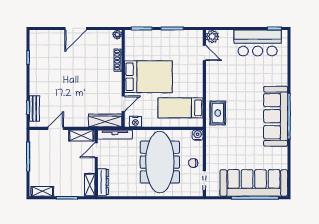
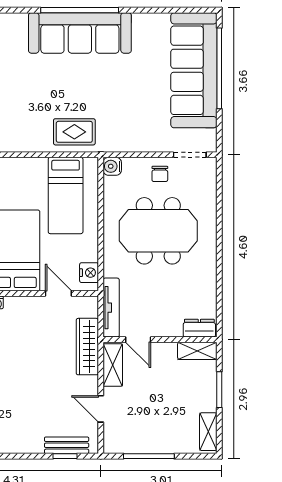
wardrobe: (105, 121) -> (87, 347), moved
meeting table: (160, 162) -> (158, 231), width x0.73
dresser: (103, 182) -> (199, 328), width x0.70

